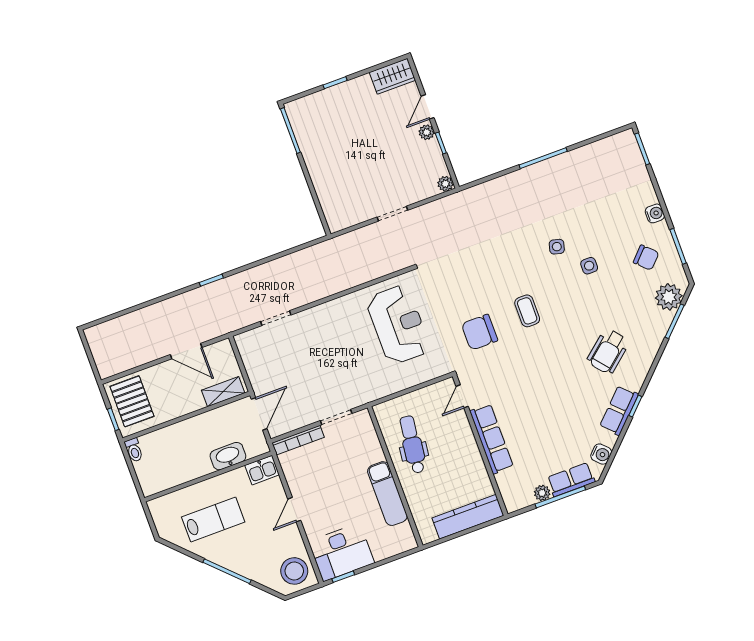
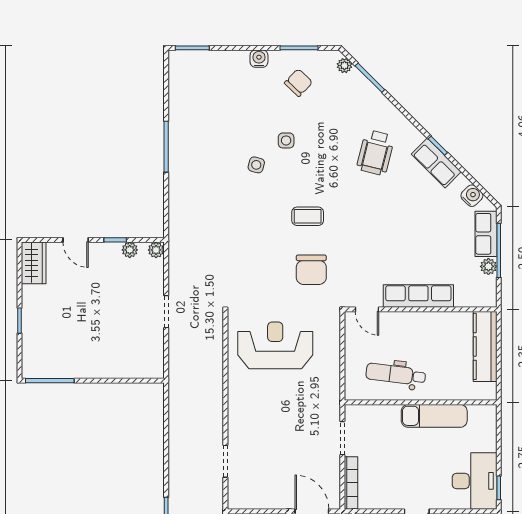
plant: (427, 132) -> (130, 250), moved
plant: (669, 297) -> (344, 66), width x0.53, depth x0.53
wheelchair: (608, 351) -> (375, 153), turned 54

